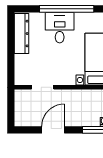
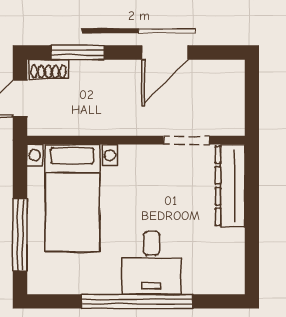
dresser: (21, 34) -> (230, 186), moved

